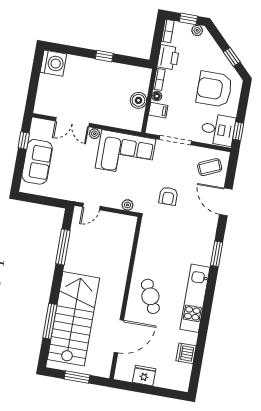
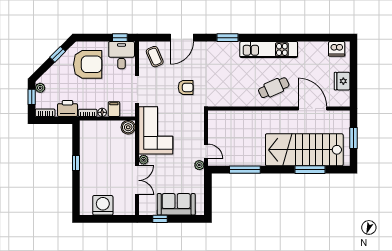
washing machine: (53, 63) -> (103, 205), moved
armchair: (214, 89) -> (88, 64), turned -90
boiler: (138, 100) -> (128, 127), moved
plant: (128, 205) -> (199, 165), moved
dishwasher: (186, 353) -> (337, 49), moved

